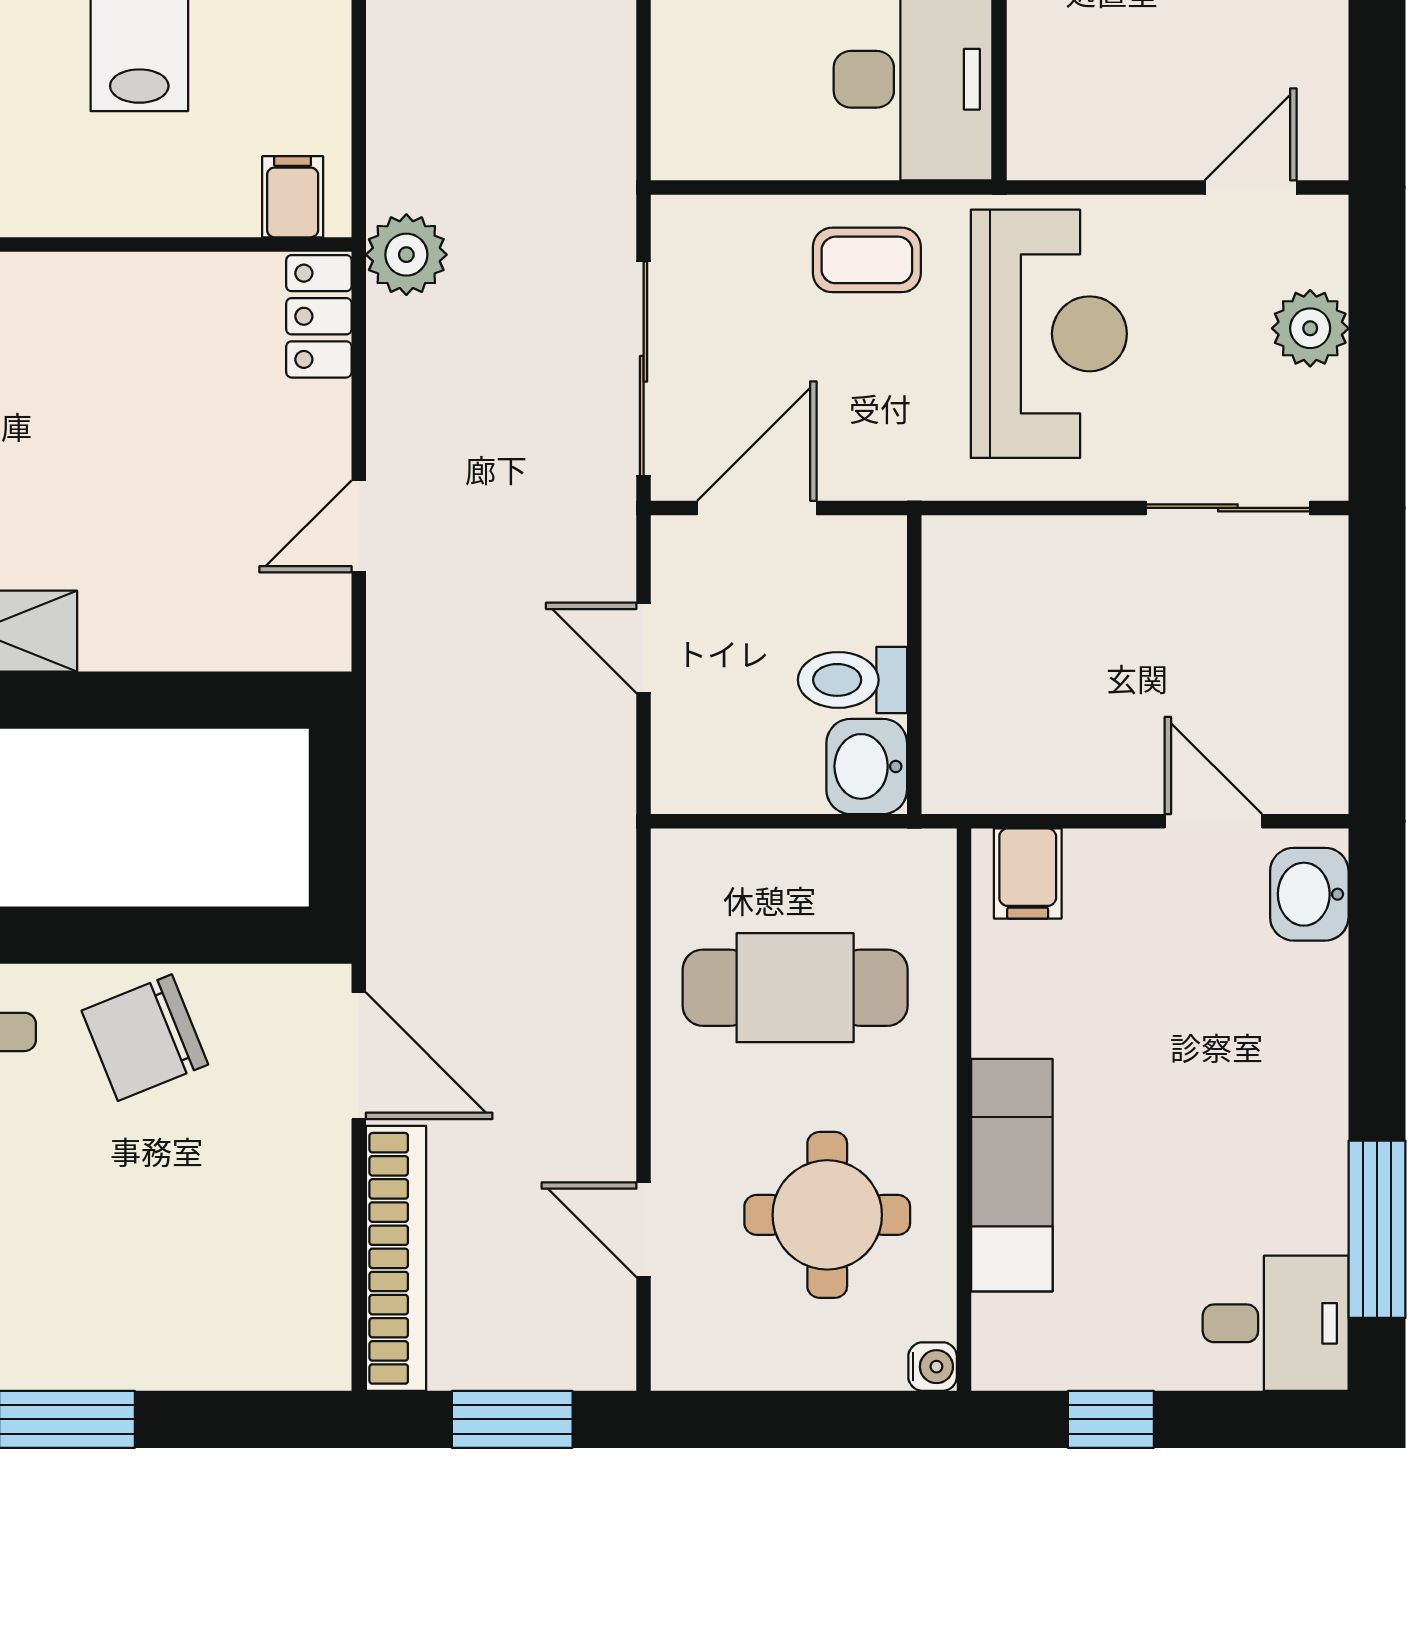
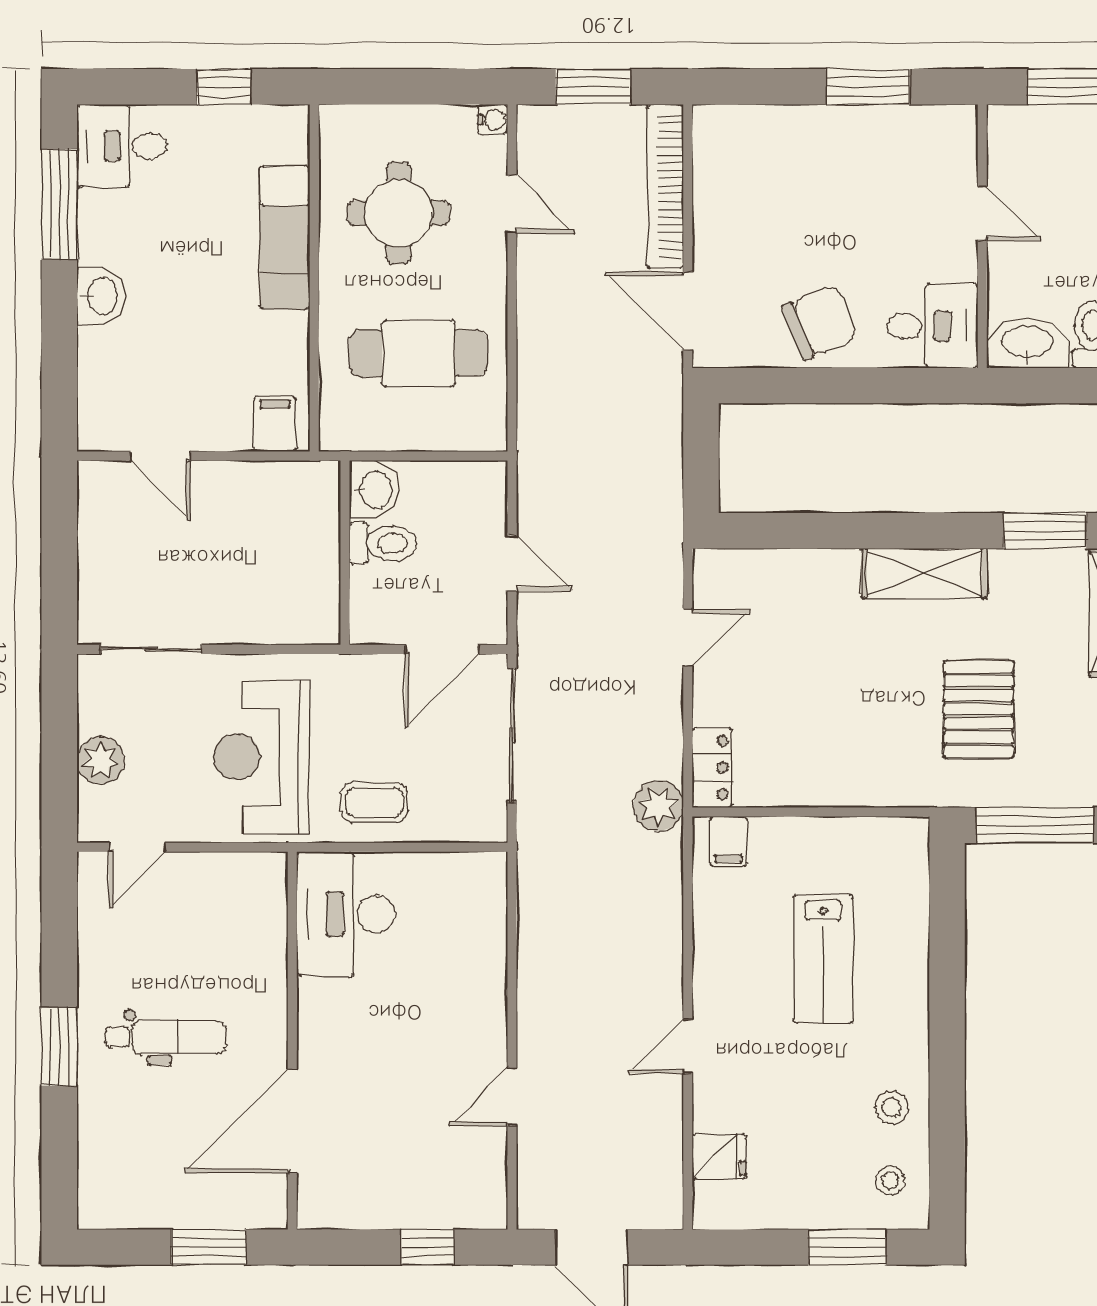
washbasin: (1309, 894) -> (101, 296), moved
water cooler: (933, 1367) -> (493, 119), moved, turned 180

